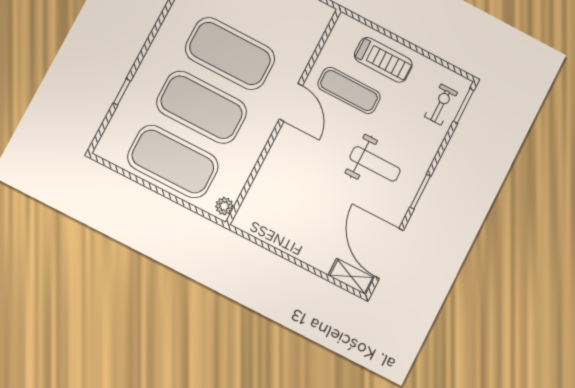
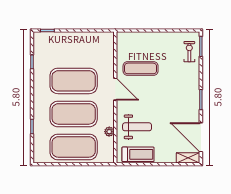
treadmill: (383, 60) -> (138, 154), moved
weight bench: (375, 164) -> (137, 127), moved
plant: (224, 206) -> (109, 132), moved

